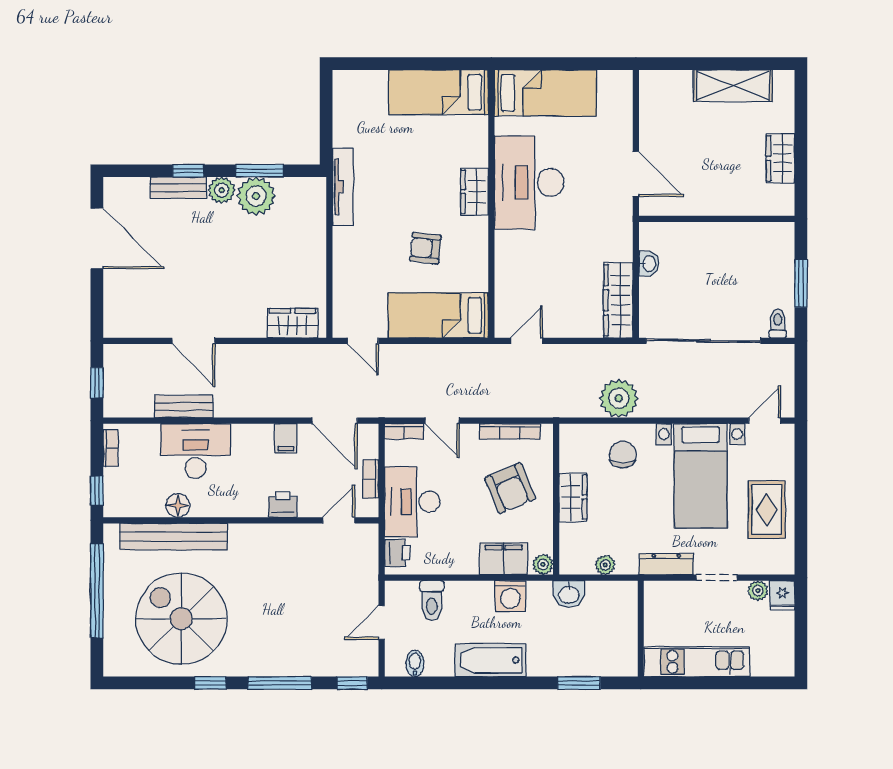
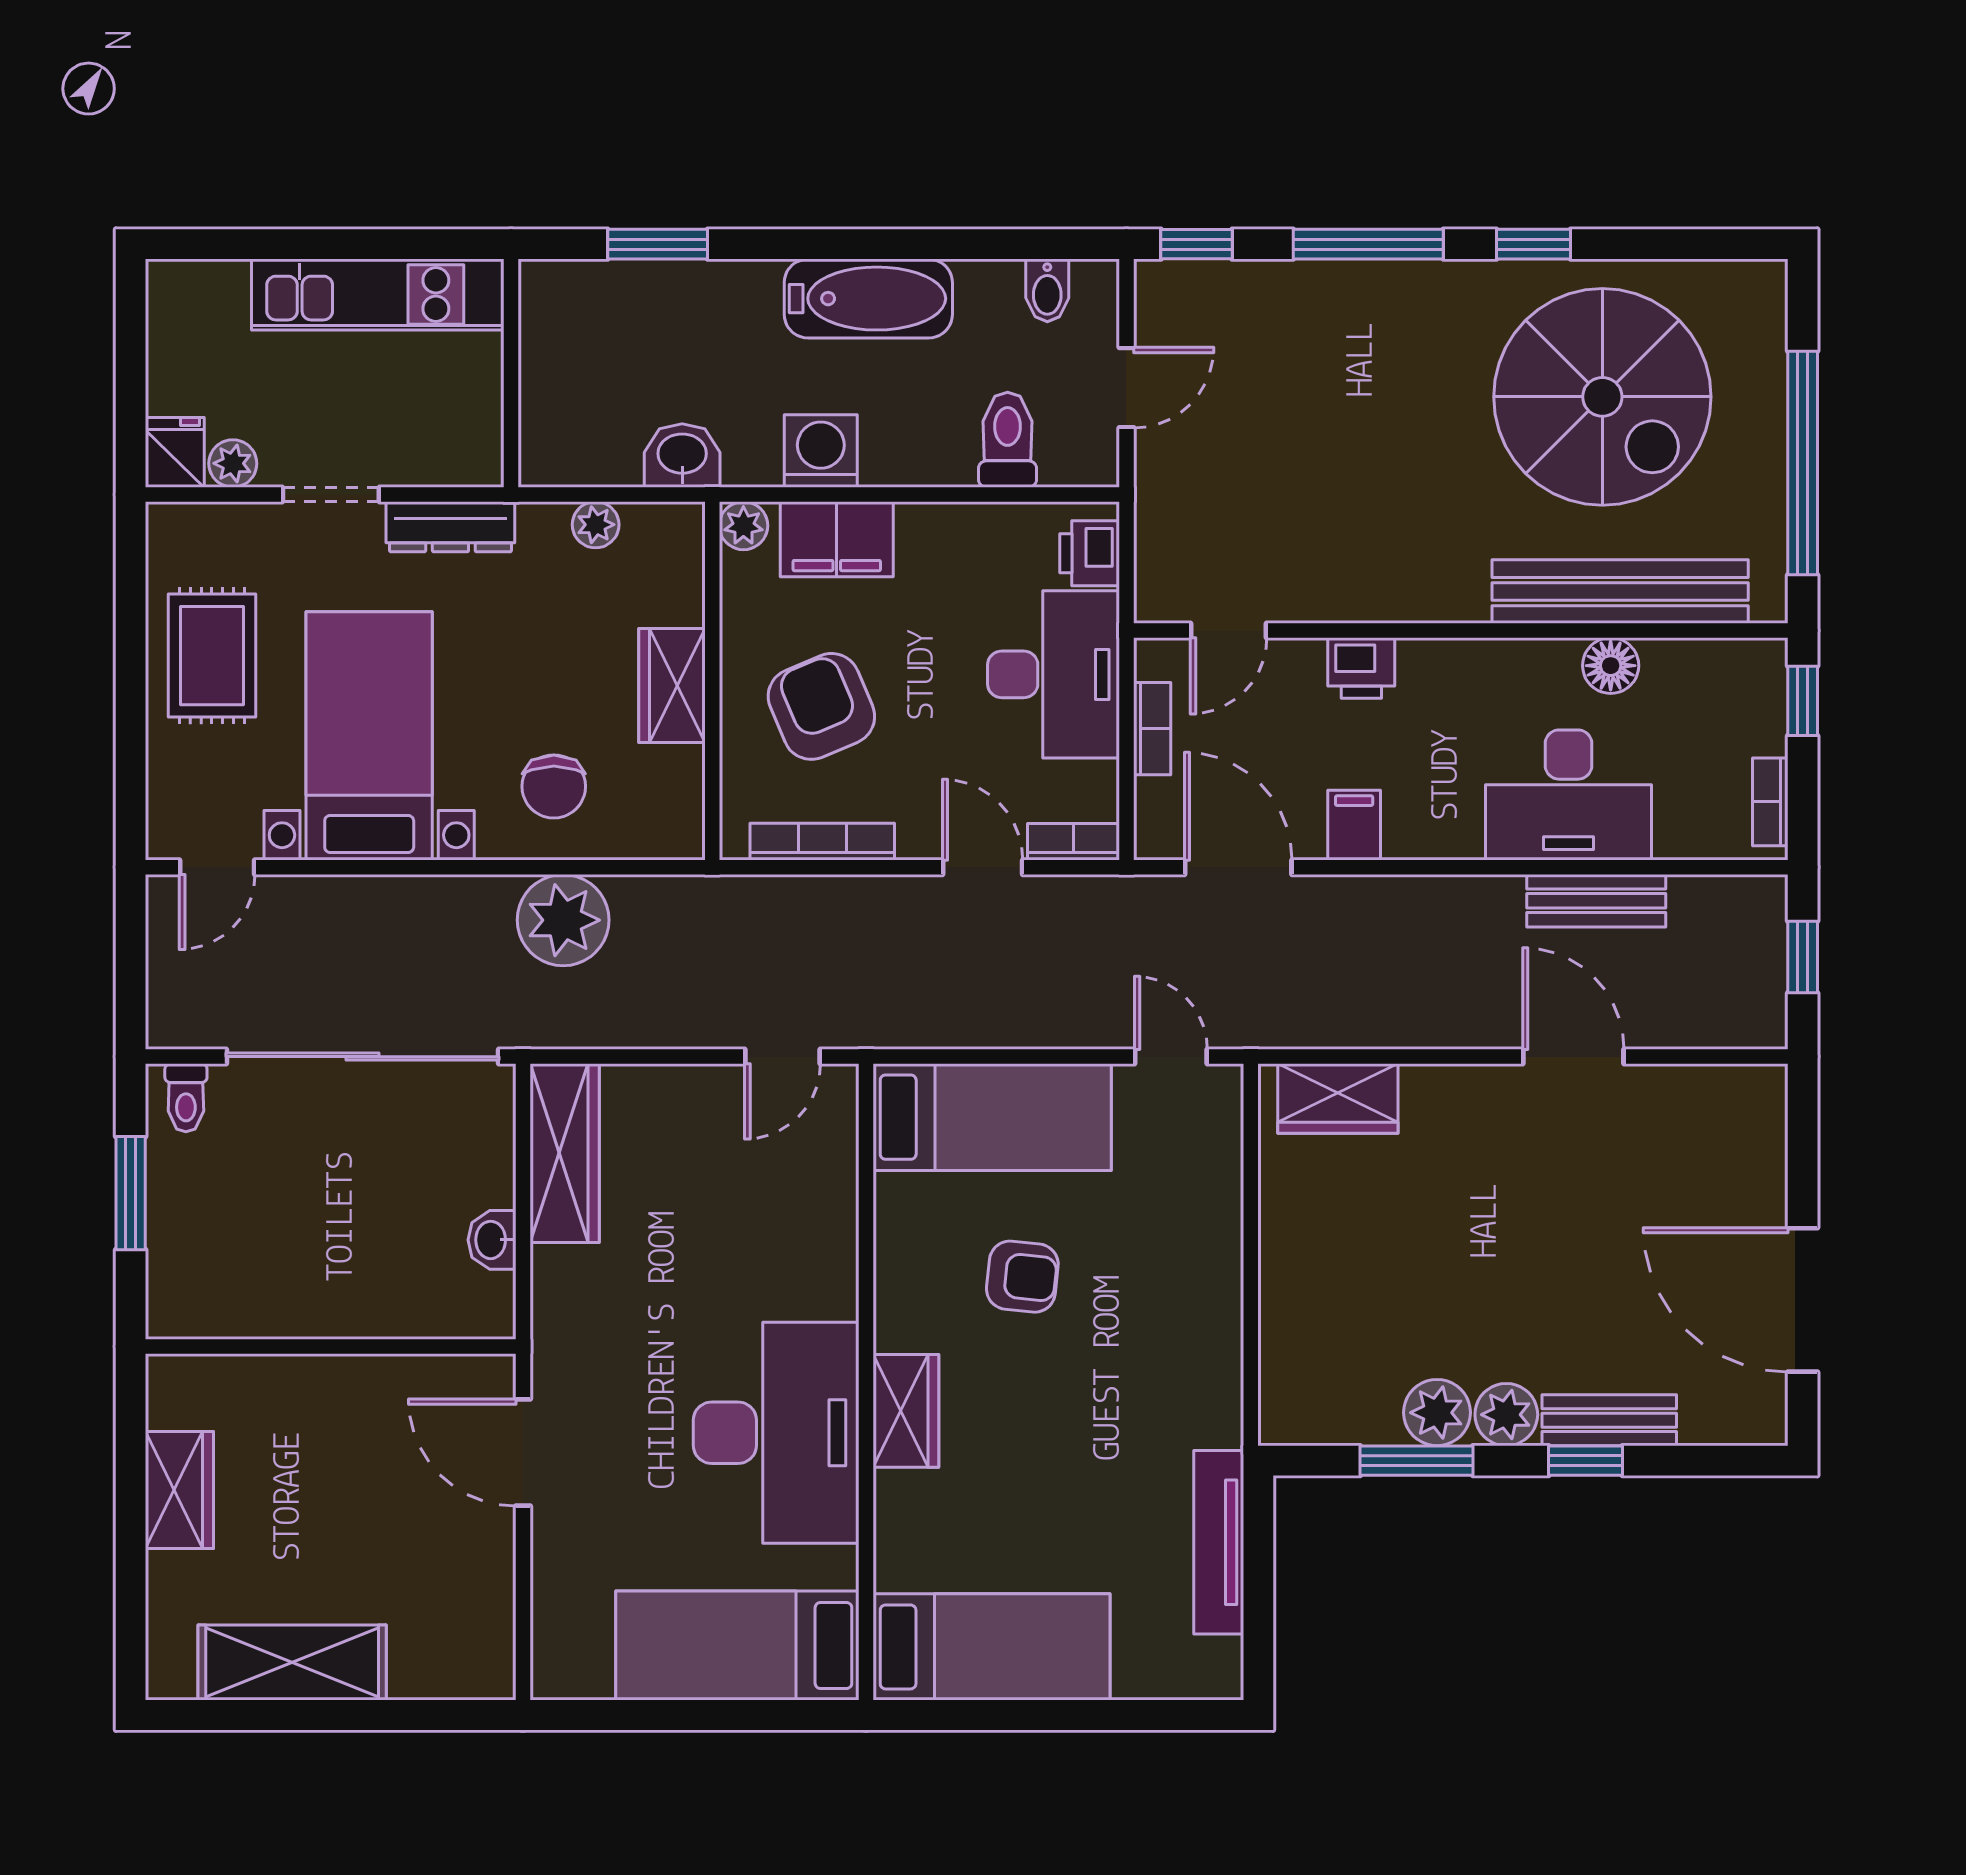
tv unit: (343, 187) -> (1219, 1542), moved
plant: (256, 196) -> (1437, 1413), width x0.73, depth x0.73

